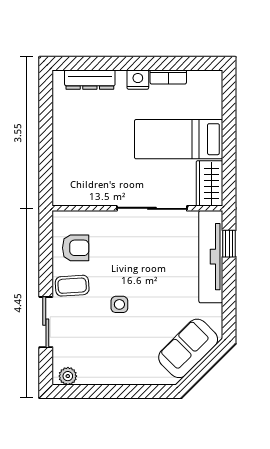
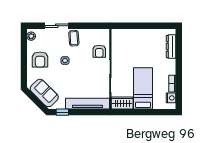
nightstand: (138, 80) -> (171, 98), moved
window: (229, 244) -> (62, 112), moved
armchair: (76, 248) -> (99, 51), moved
armchair: (117, 357) -> (40, 59), added

